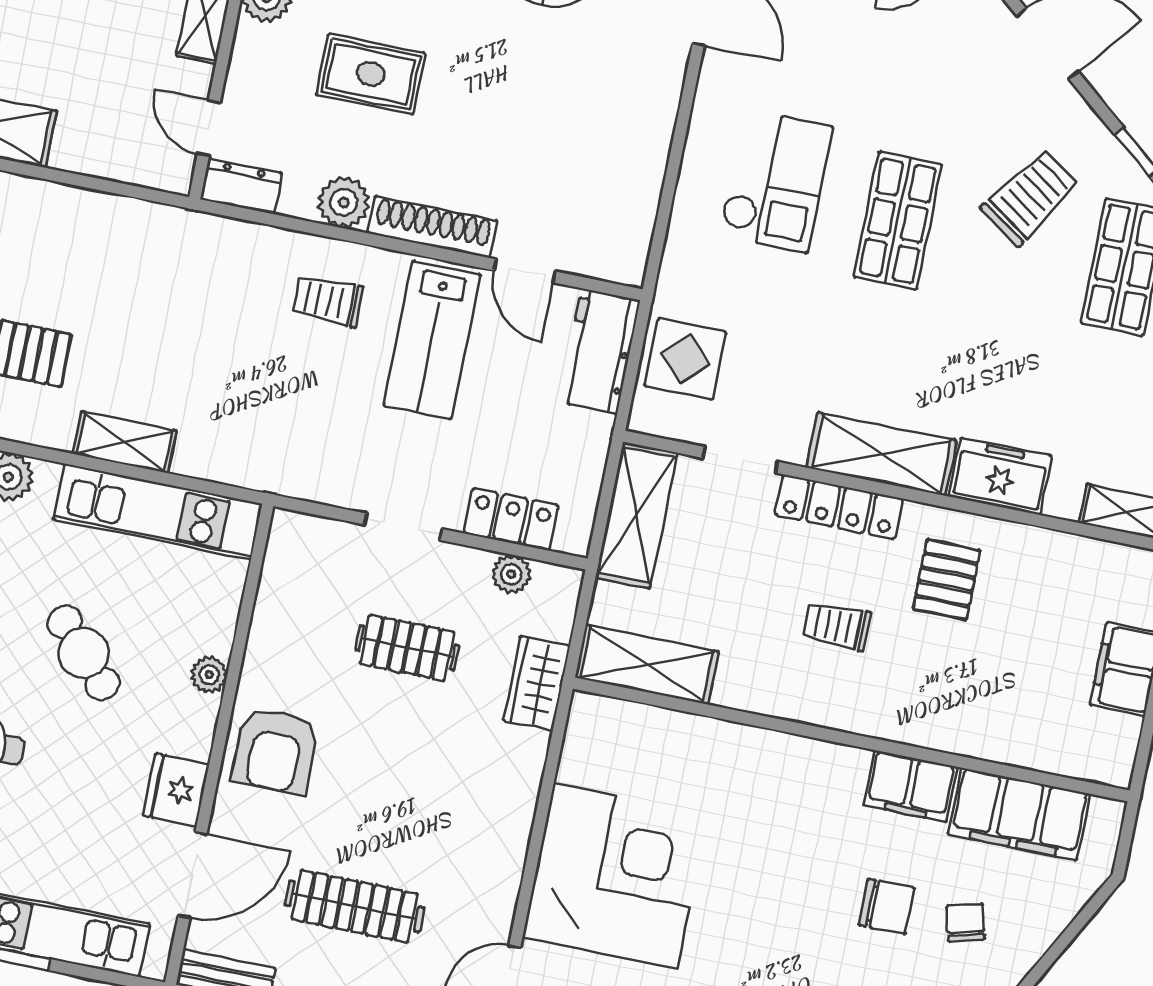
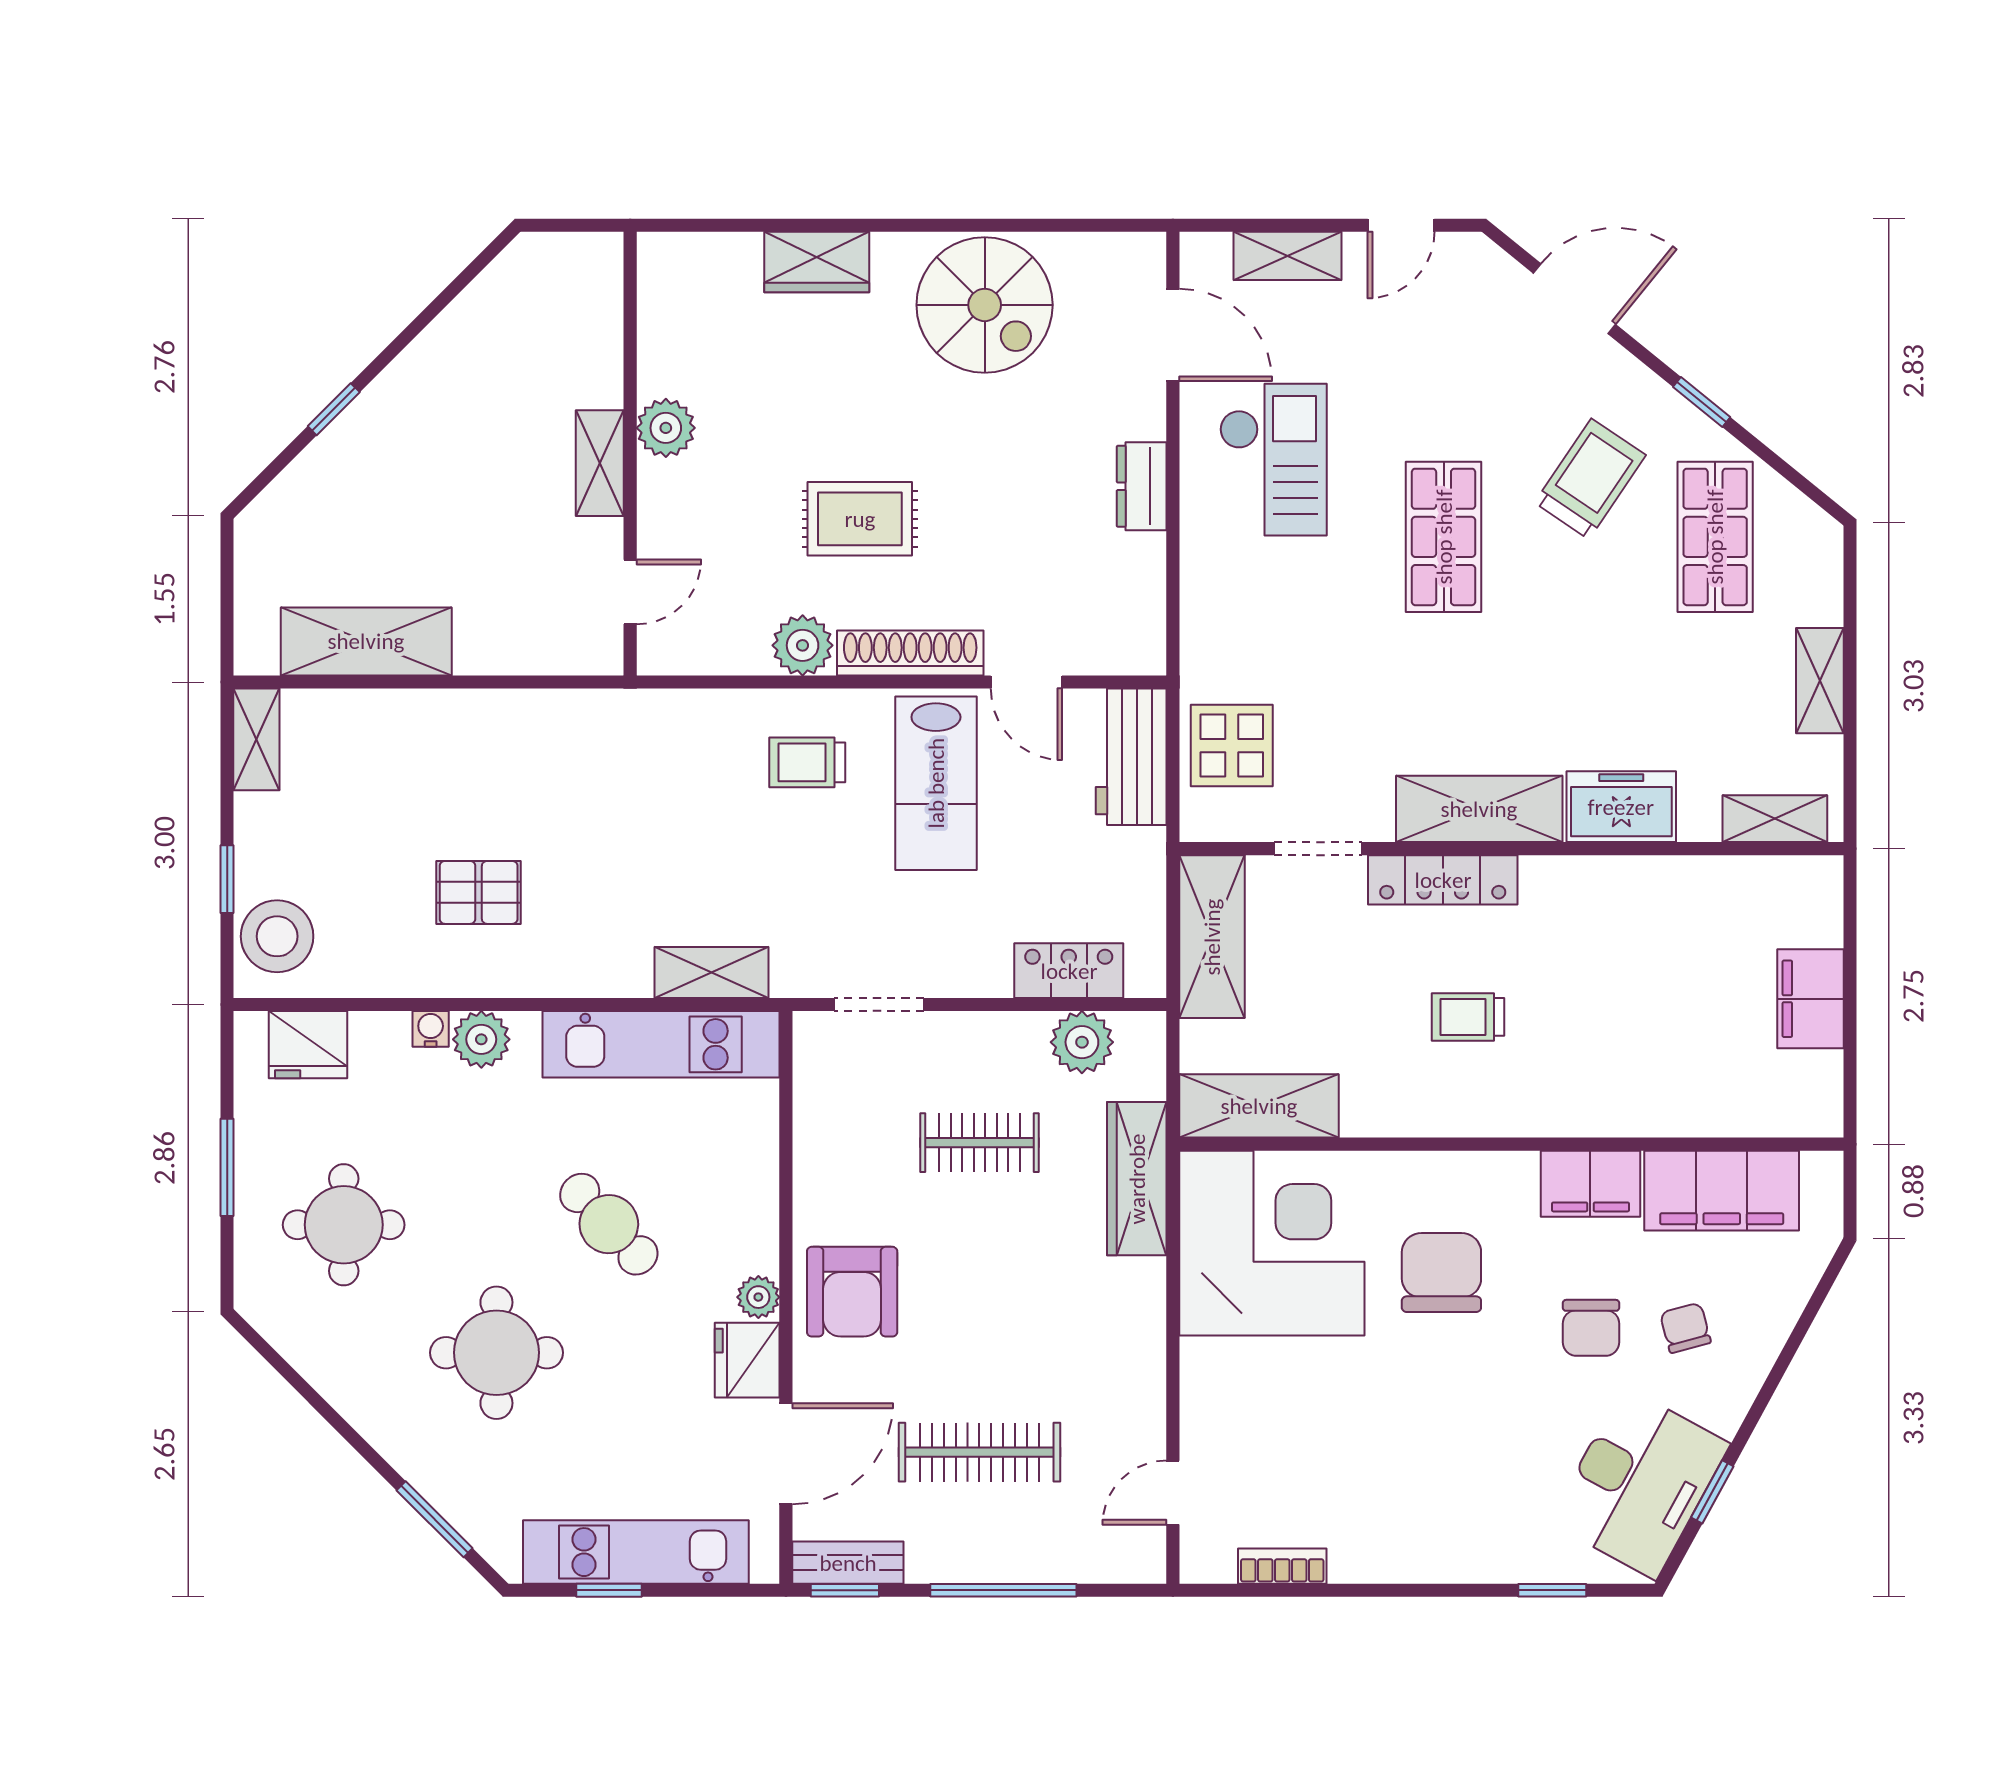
rug: (371, 74) -> (860, 519), moved
door: (209, 128) -> (630, 592), swing flipped
checkout: (776, 181) -> (1273, 460), moved
dresser: (241, 186) -> (1142, 486), moved, turned -90
shelving: (125, 442) -> (711, 972), moved
doorway: (403, 527) -> (879, 1004), moved
plant: (511, 574) -> (1082, 1042), width x1.38, depth x1.38
pallet: (947, 580) -> (1584, 938), removed
plant: (209, 675) -> (758, 1297), moved
wardrobe: (537, 683) -> (1137, 1179), width x1.50
chair: (771, 835) -> (1441, 1273), added
corner desk: (615, 876) -> (1272, 1243), moved
chair: (887, 907) -> (1591, 1328), turned 90

